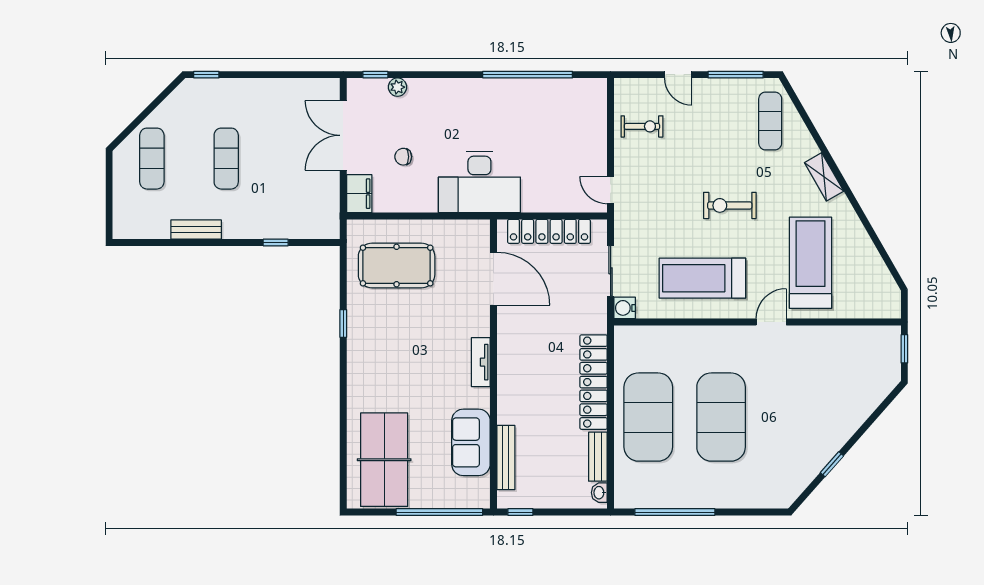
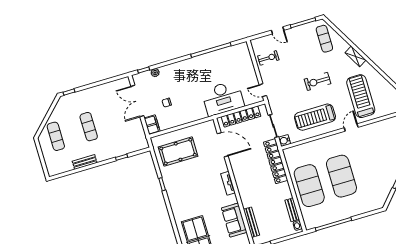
desk: (479, 182) -> (223, 98), moved
locker: (594, 382) -> (276, 161), moved

